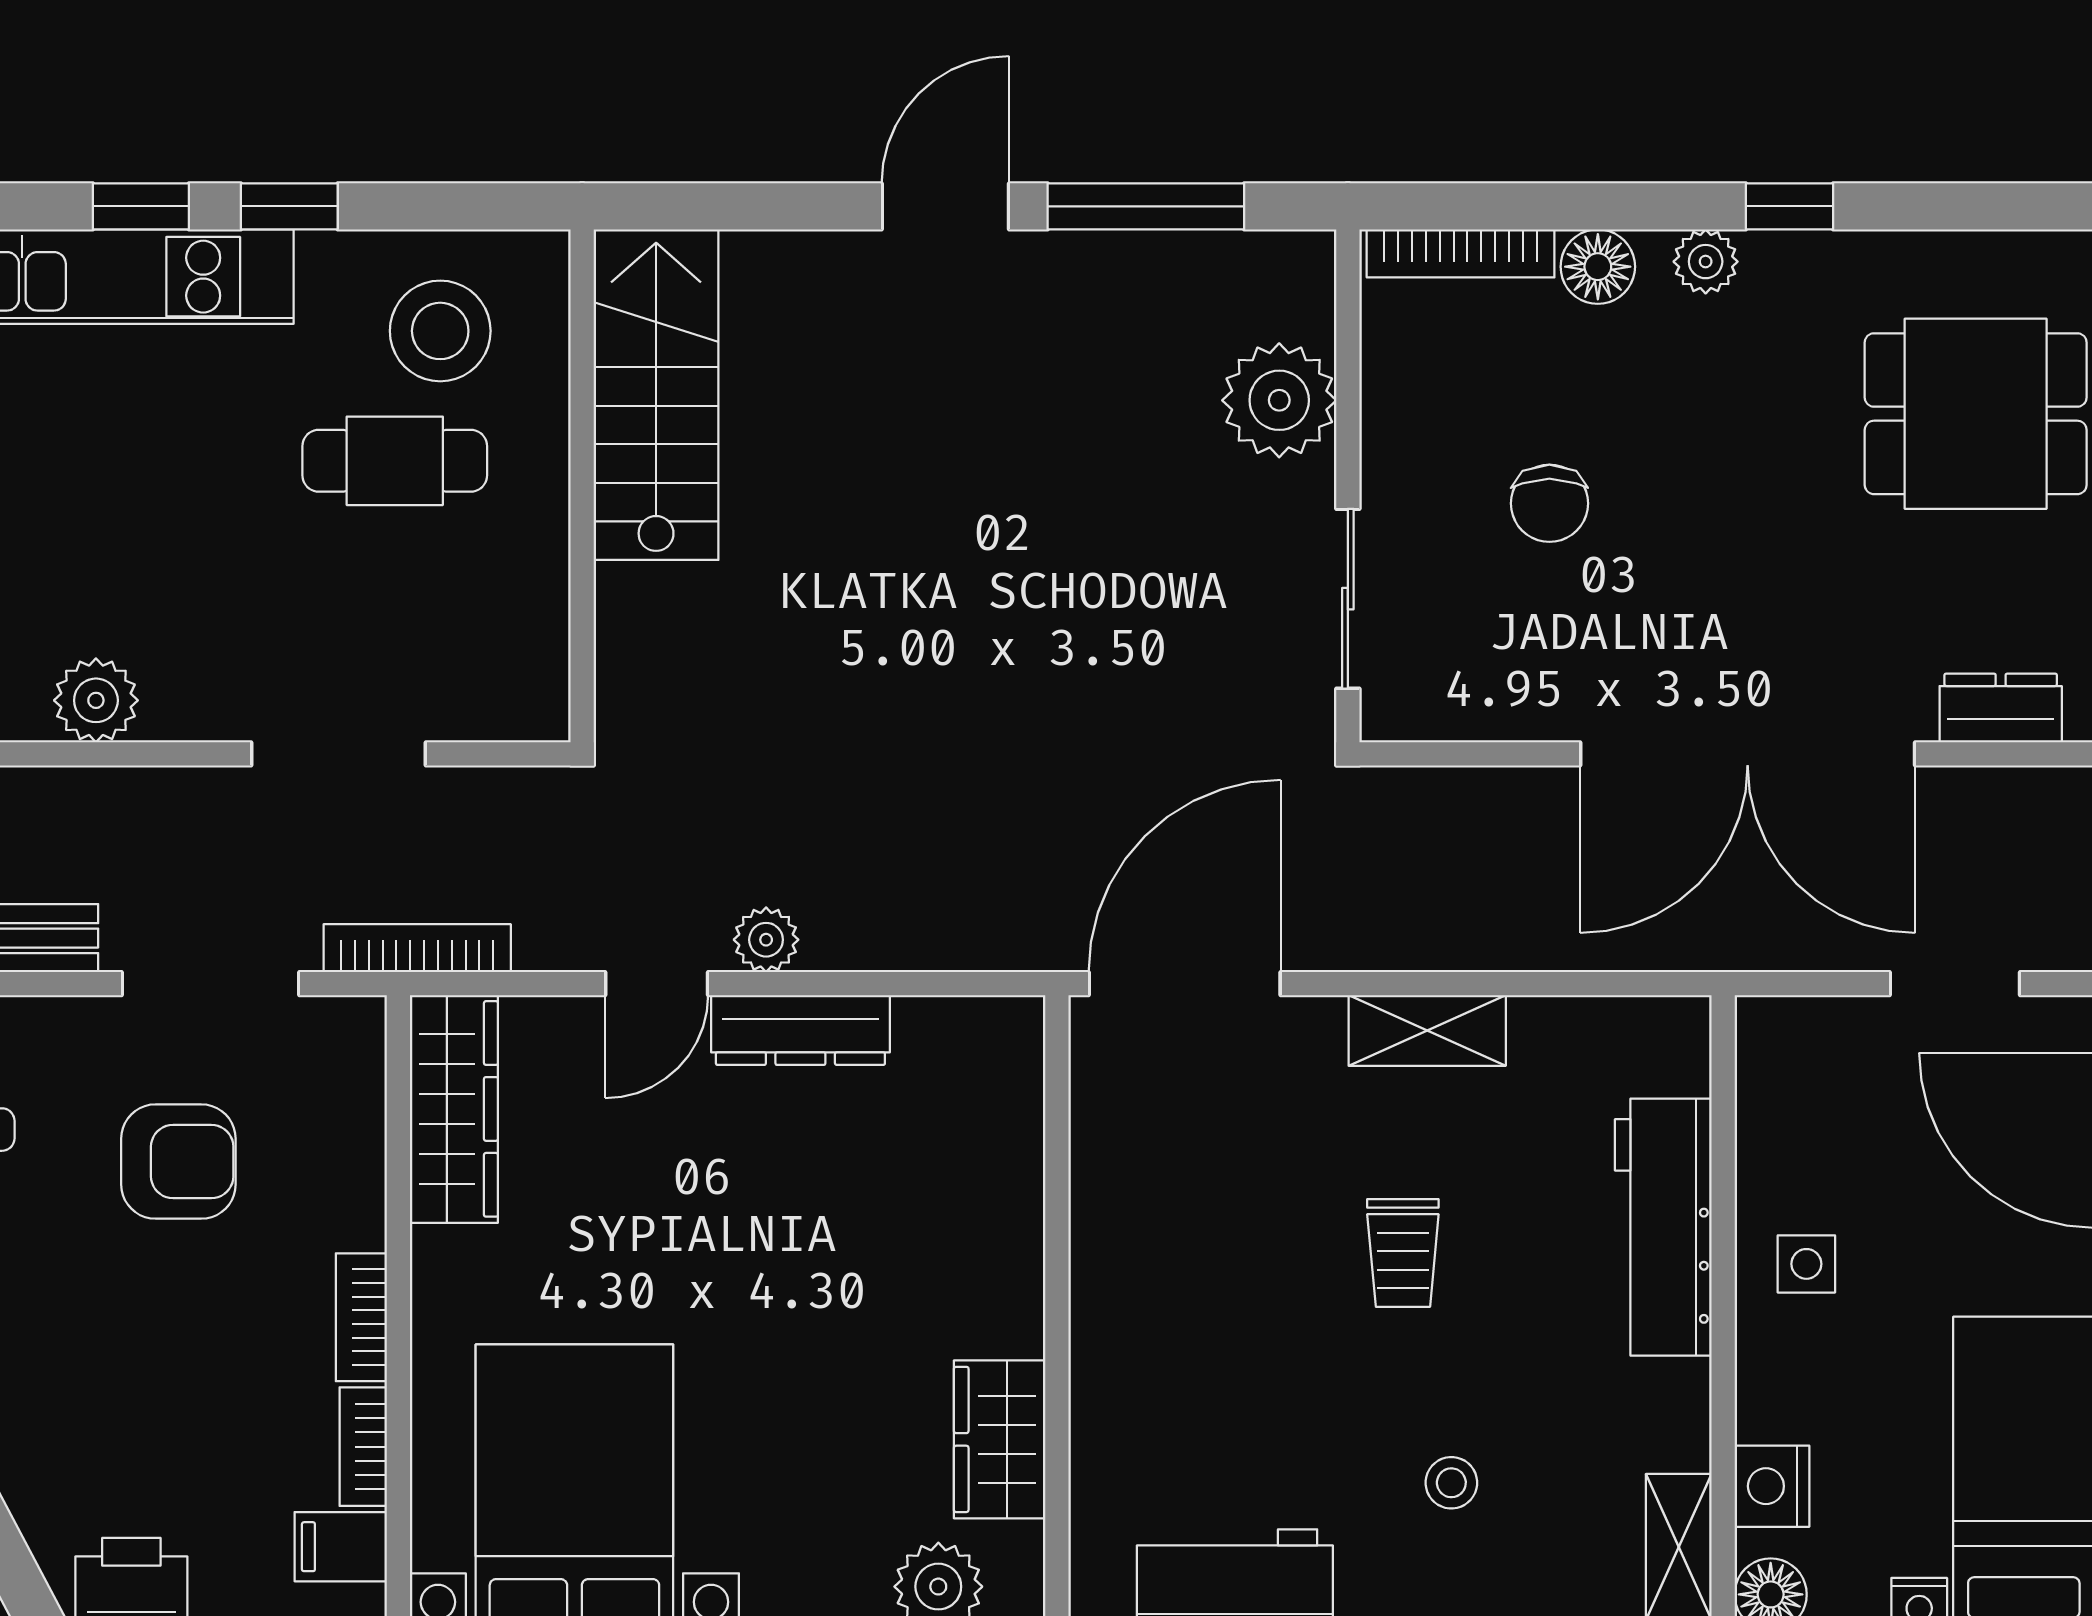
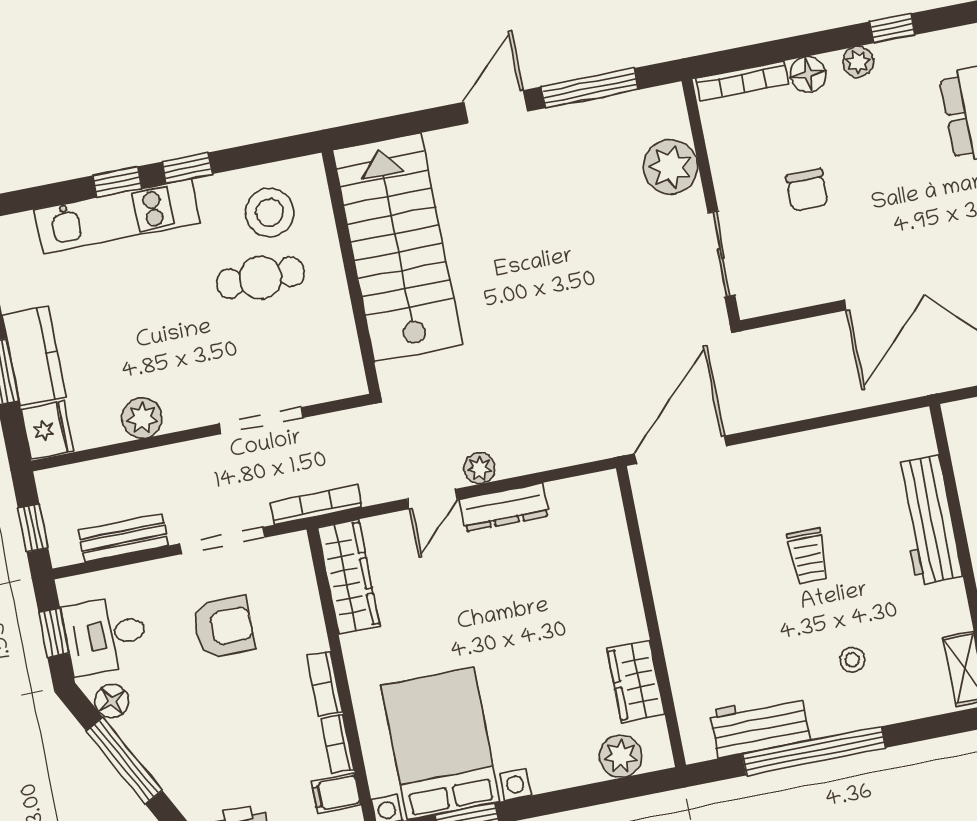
stairs: (656, 395) -> (397, 248), width x1.36, depth x1.51
shelving: (1427, 1030) -> (799, 449), removed

